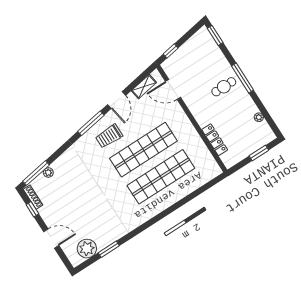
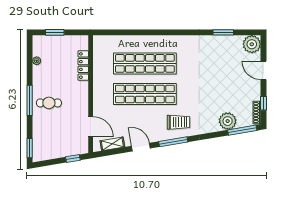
door: (117, 100) -> (141, 147), hinge flipped
trolley: (109, 136) -> (178, 122), moved
plant: (48, 172) -> (228, 121), width x1.87, depth x1.87
plant: (87, 249) -> (252, 44), moved

